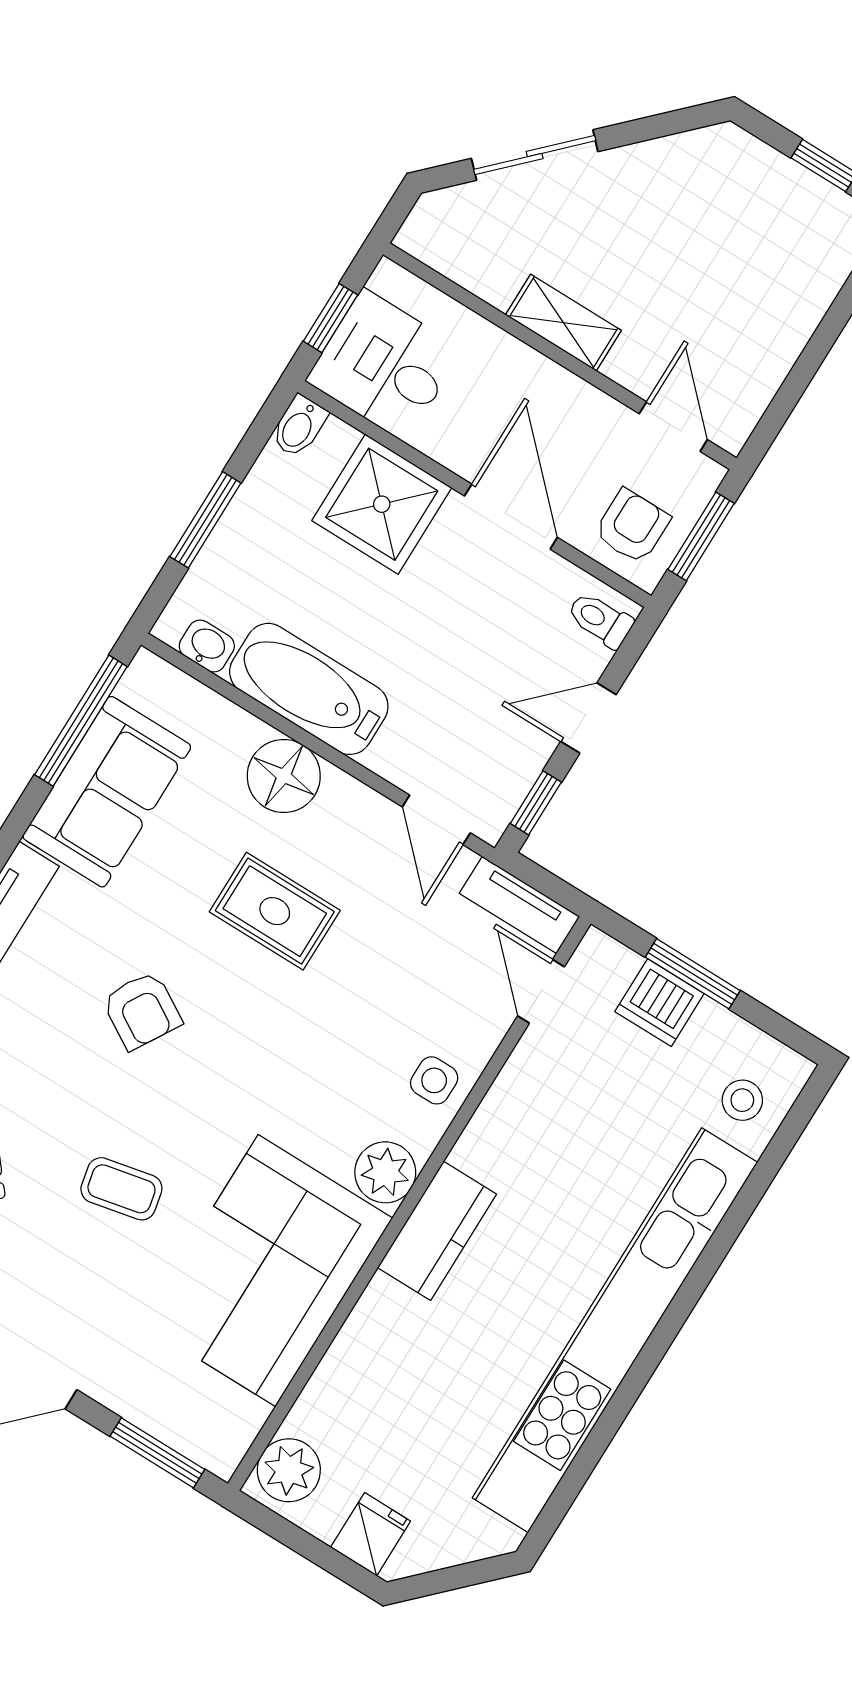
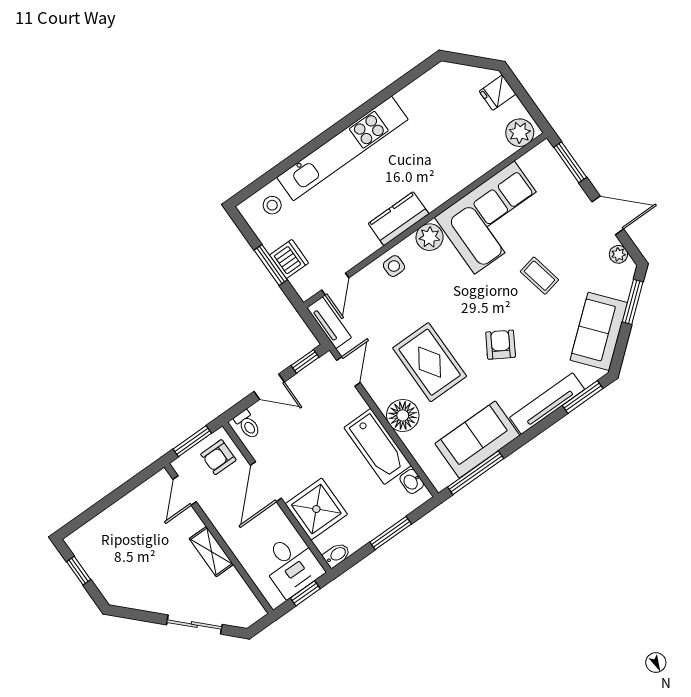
rug: (275, 911) -> (430, 362), width x1.36, depth x1.43
kitchen counter: (437, 1231) -> (399, 219), moved
kitchen unit: (615, 1330) -> (342, 148), width x0.73

